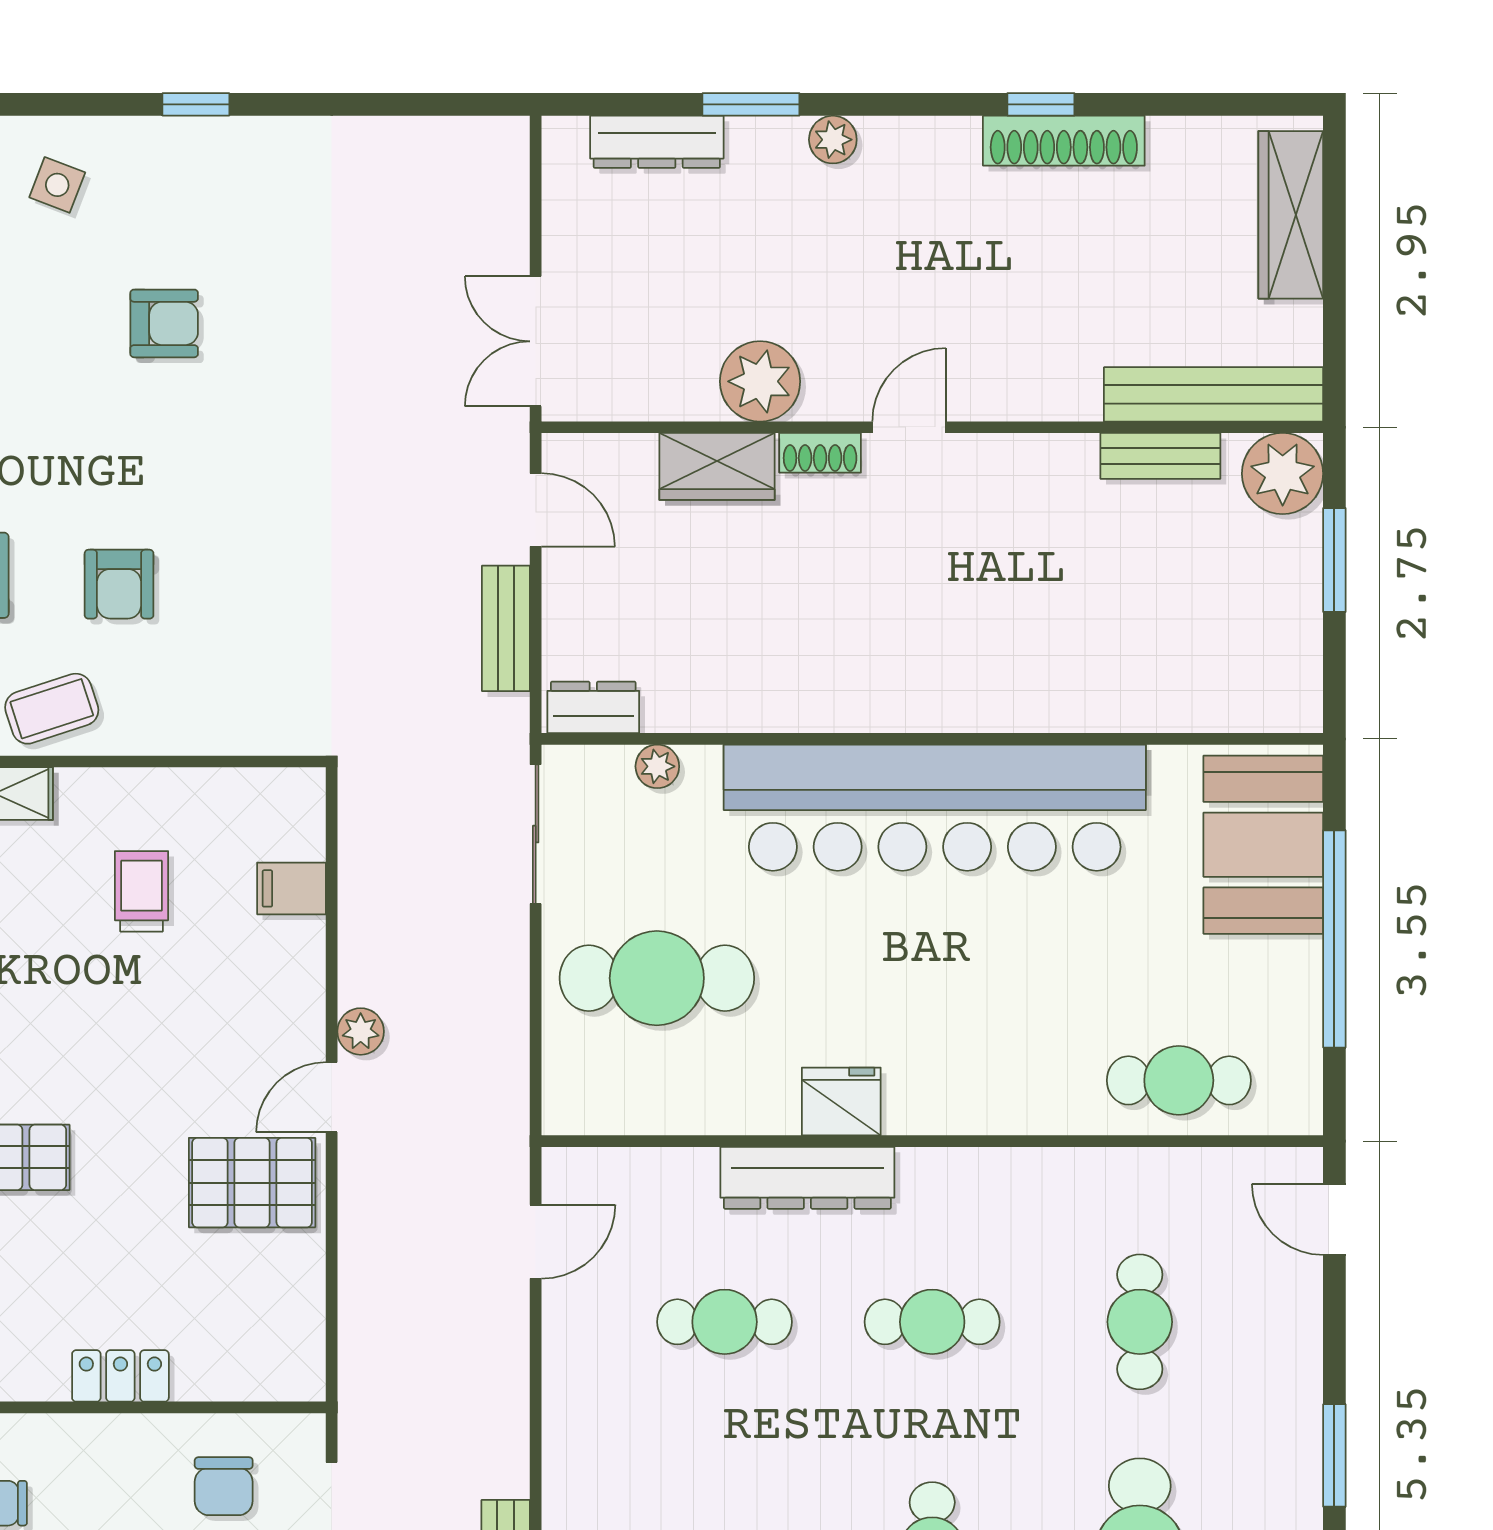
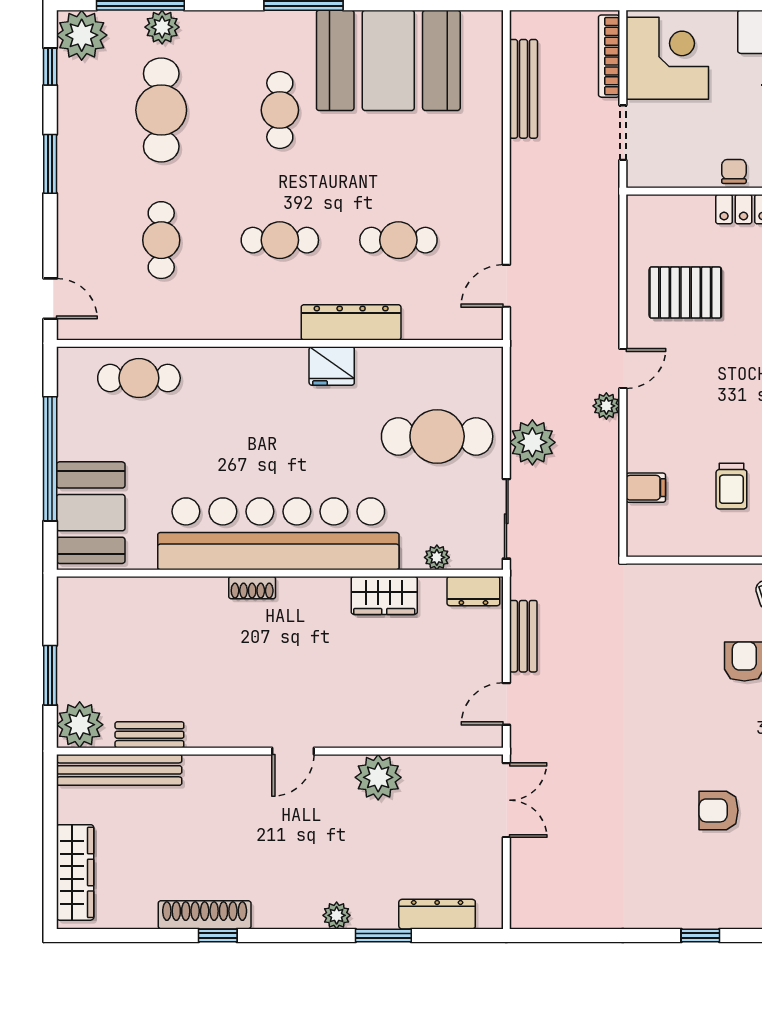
shoe rack: (820, 453) -> (252, 588), moved, turned 180
wardrobe: (717, 466) -> (384, 595), moved, turned 180
door: (536, 510) -> (506, 704), hinge flipped
plant: (490, 968) -> (532, 442), added
pallet: (252, 1183) -> (685, 293), moved
chair: (224, 1486) -> (734, 171), moved, width x0.73, depth x0.73

